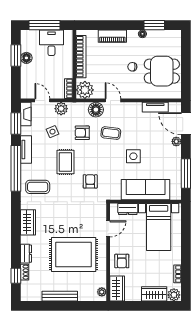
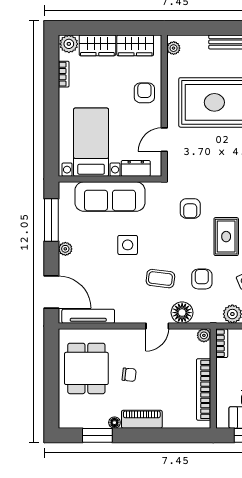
piano: (112, 36) -> (142, 419), moved
dining table: (162, 71) -> (86, 368), turned 90
plant: (85, 90) -> (204, 335), width x0.53, depth x0.53
door: (113, 100) -> (157, 326), hinge flipped
tv unit: (155, 107) -> (88, 316), width x1.41
armchair: (82, 133) -> (202, 279), turned -90
plant: (176, 141) -> (65, 249), moved
wardrobe: (117, 289) -> (135, 45), moved, turned -90

